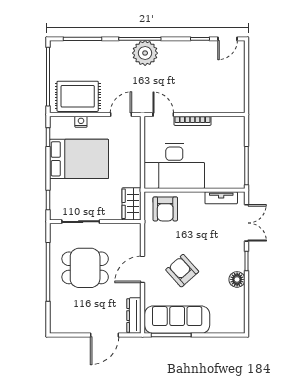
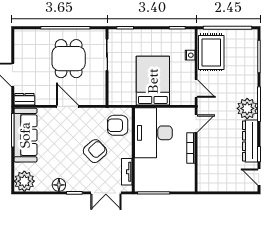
dresser: (184, 49) -> (250, 141), added
bed: (79, 159) -> (153, 81), moved, turned 180
wardrobe: (132, 204) -> (122, 97), removed
armchair: (182, 271) -> (95, 151), moved
dresser: (134, 316) -> (24, 99), width x0.70
plant: (233, 321) -> (24, 181), added

